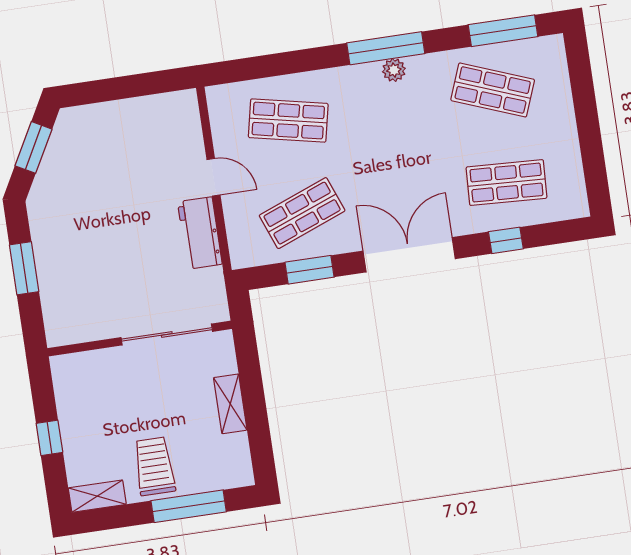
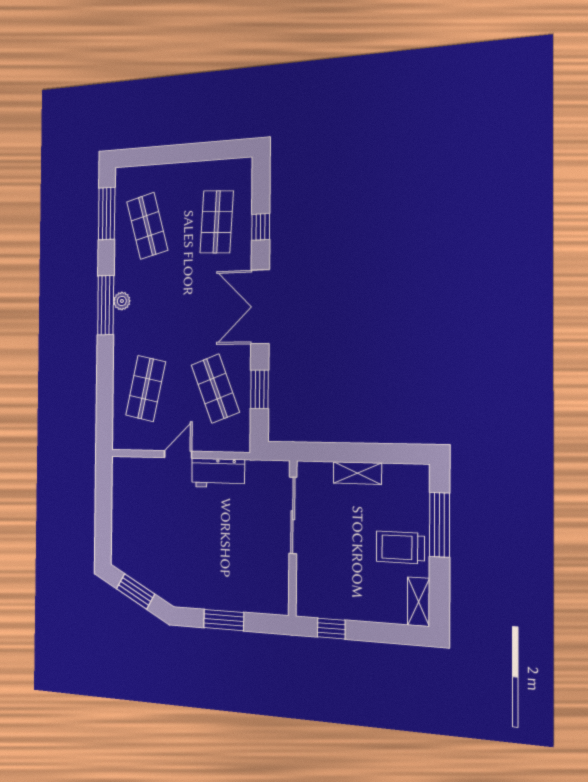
shop shelf: (493, 90) -> (147, 226), turned -36
window: (49, 438) -> (331, 629), moved

